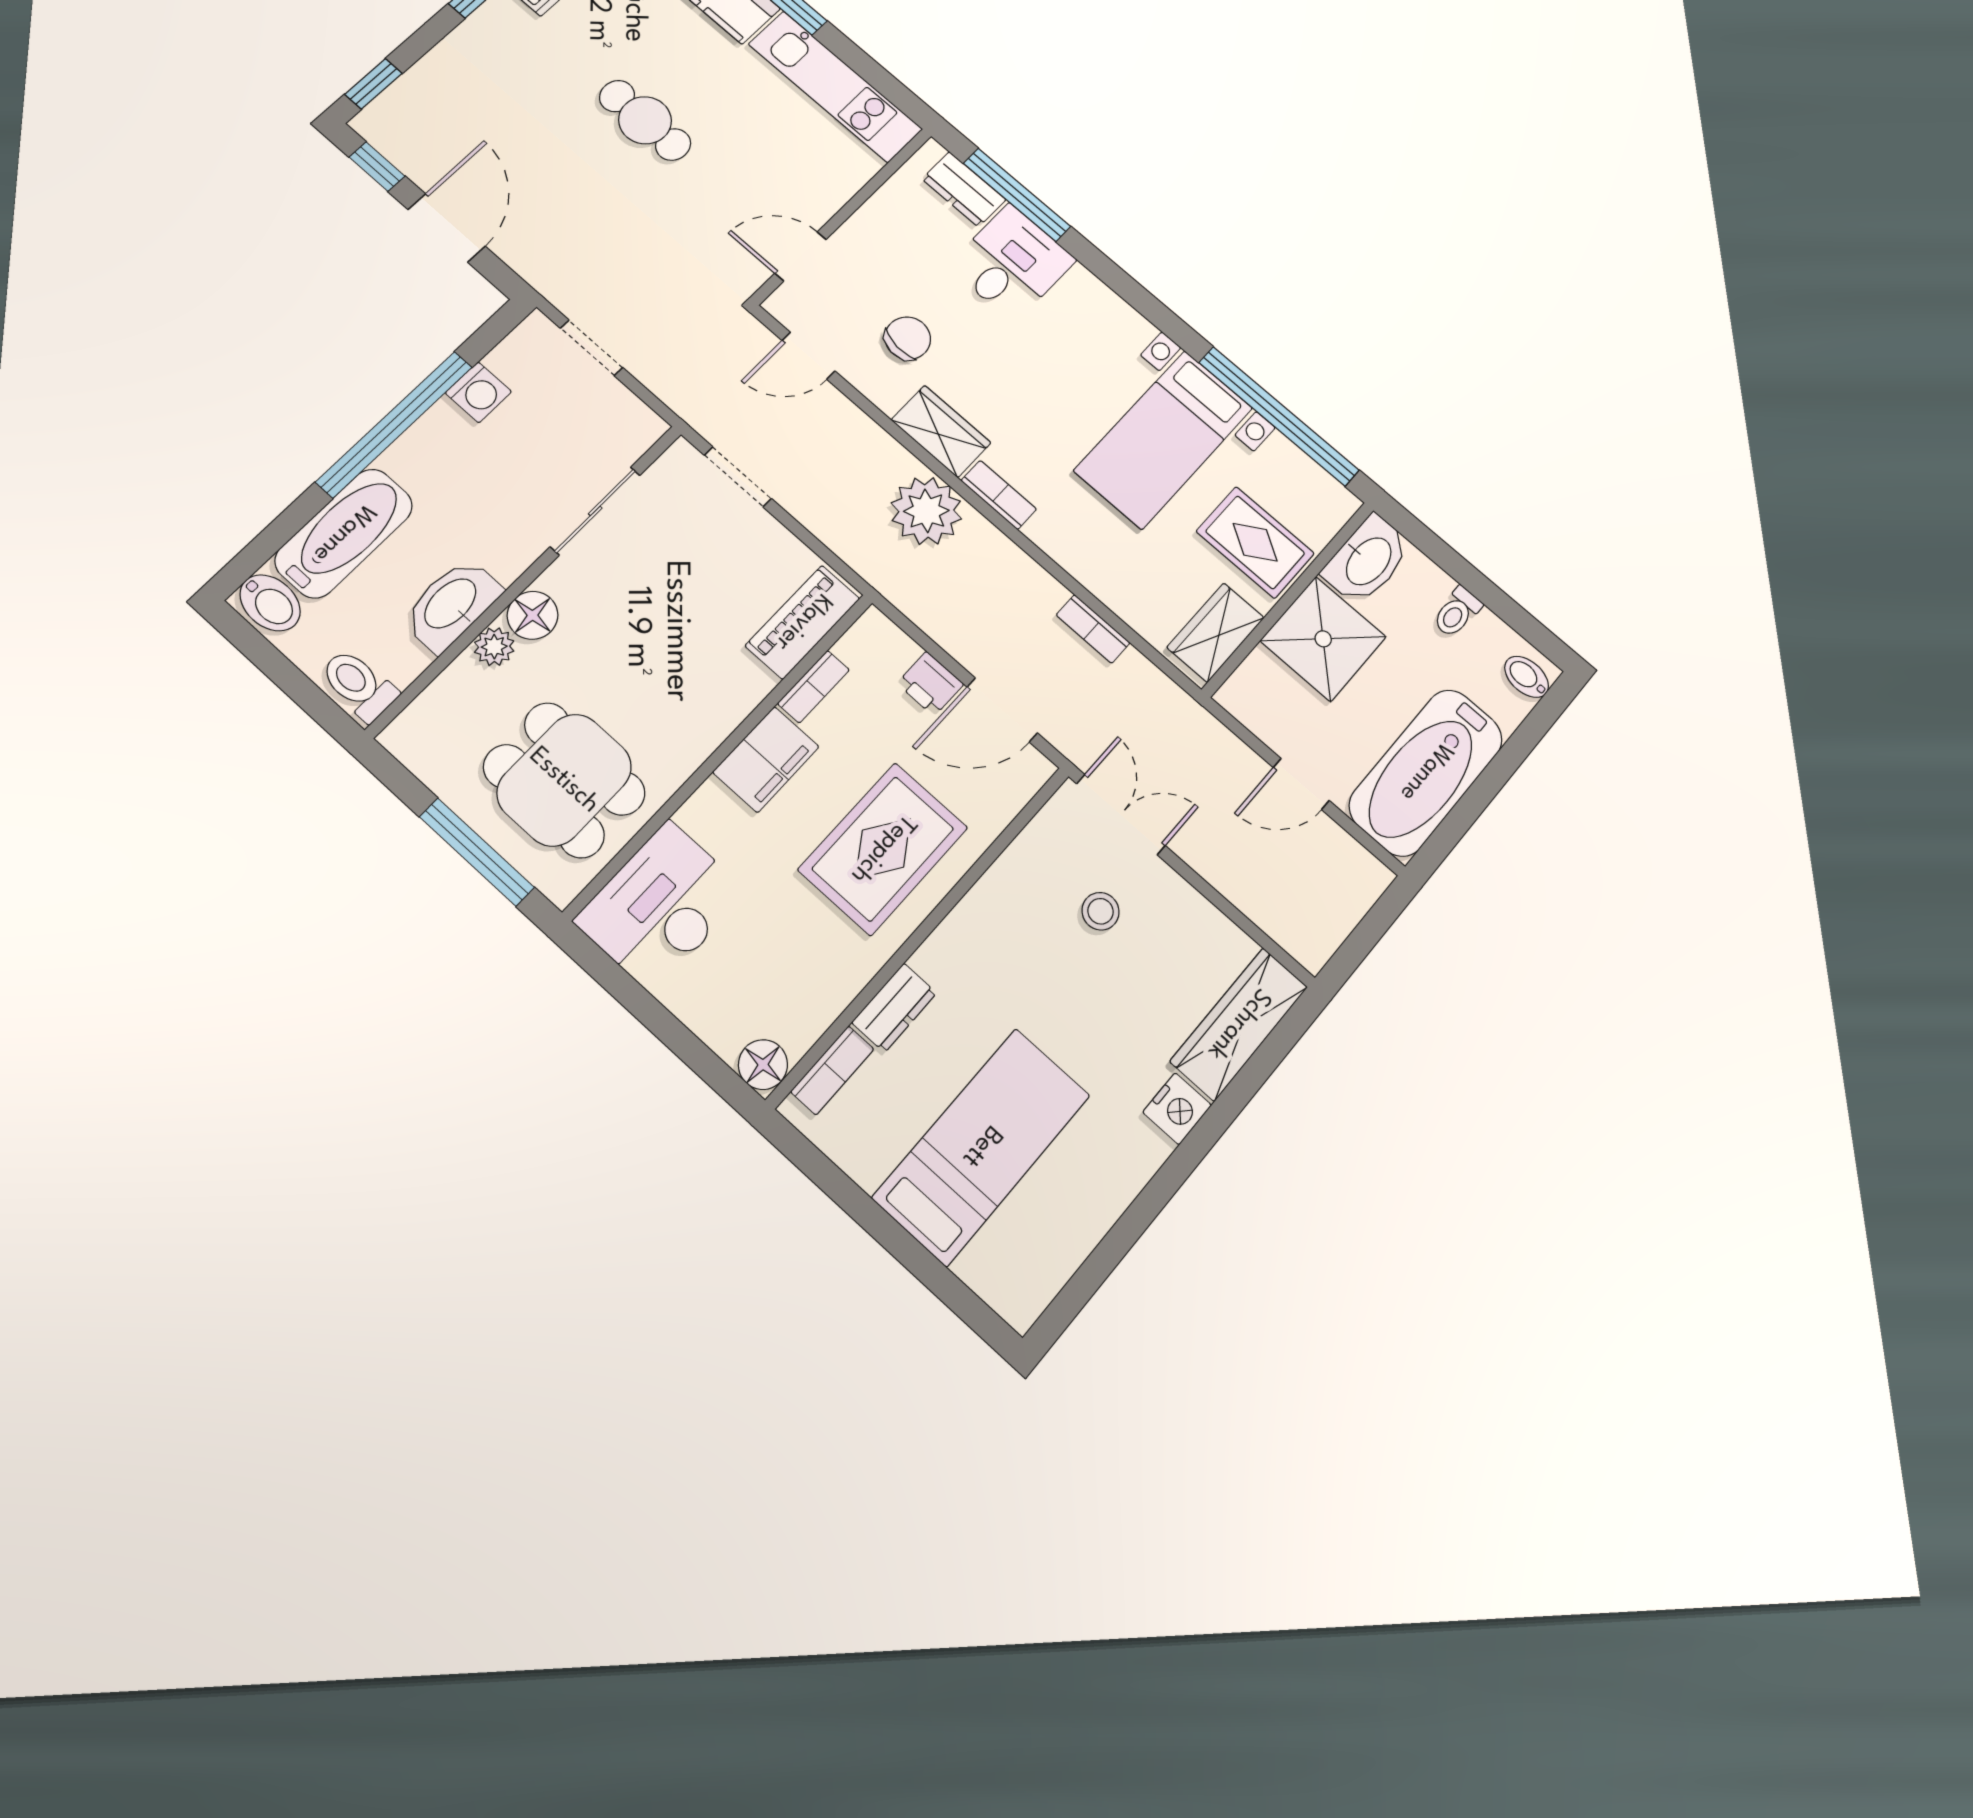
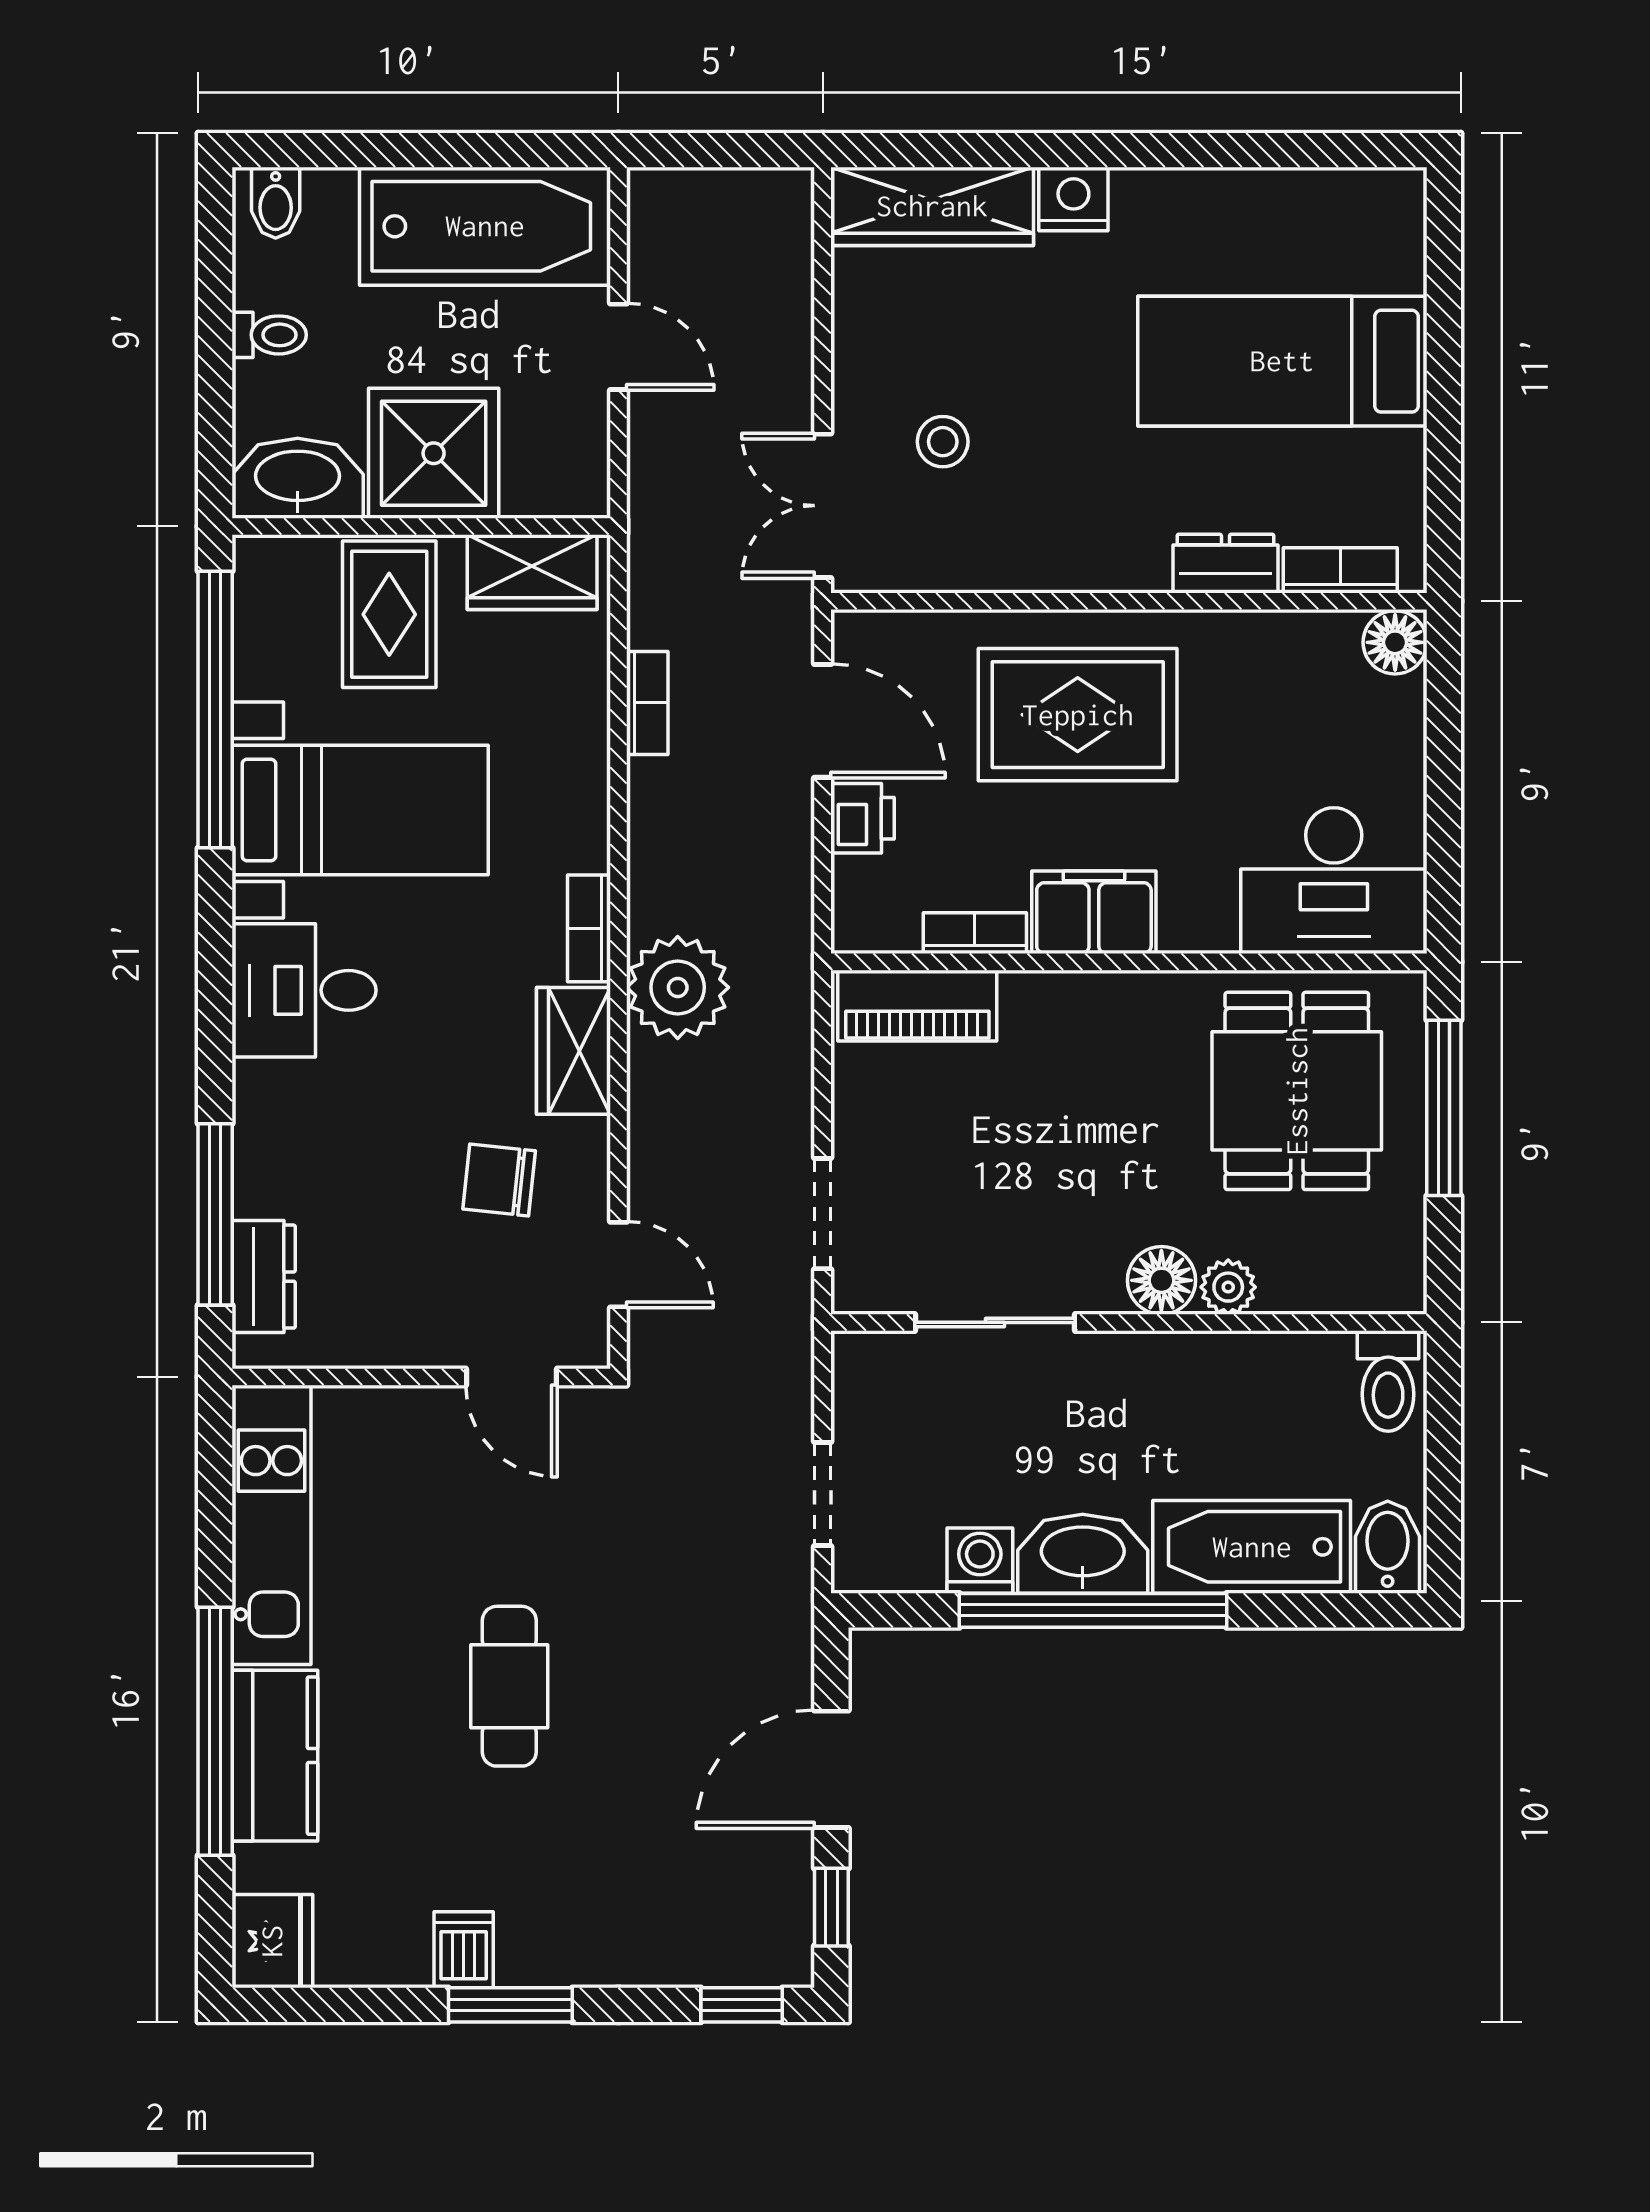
desk: (1012, 263) -> (304, 990), moved
washbasin: (452, 605) -> (1083, 1554), moved, turned 180

